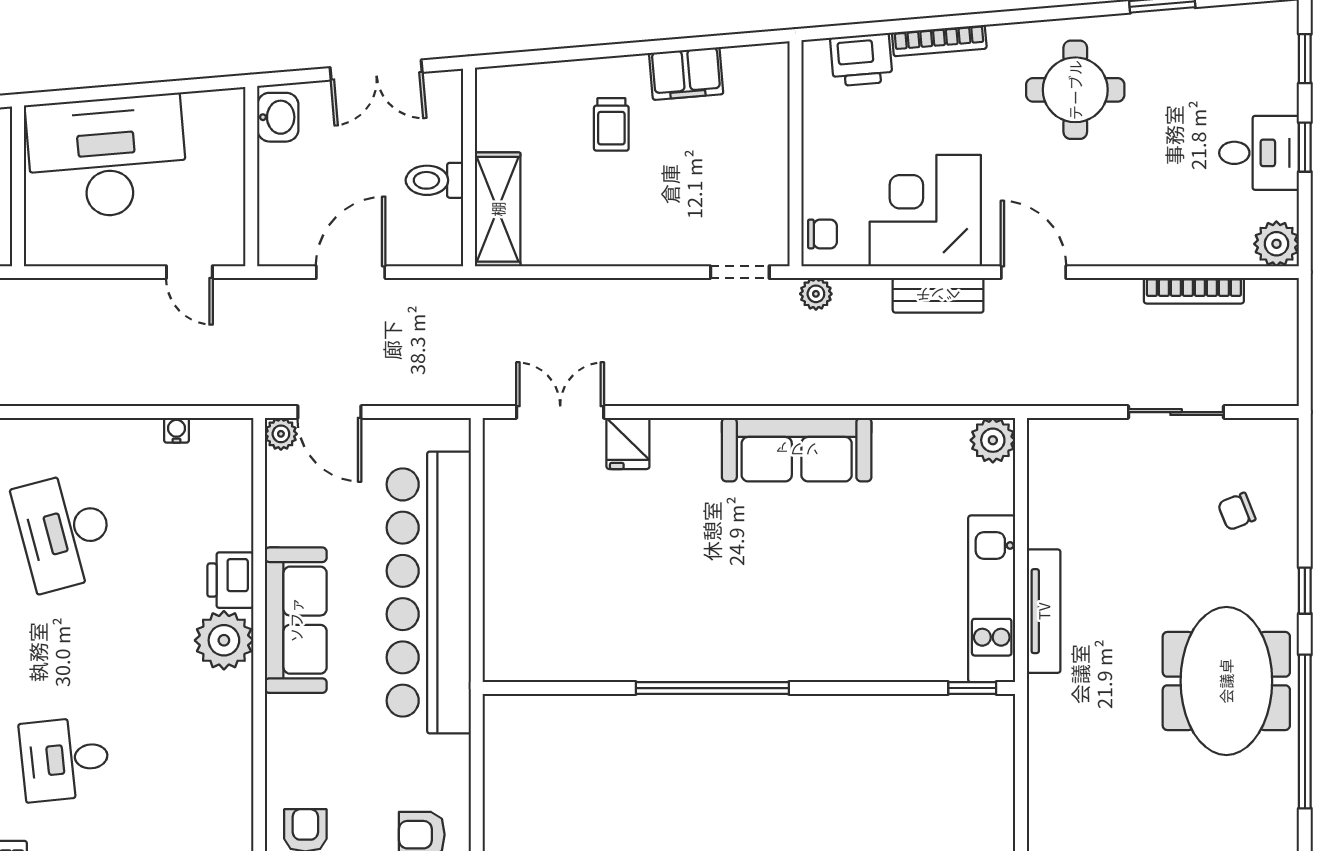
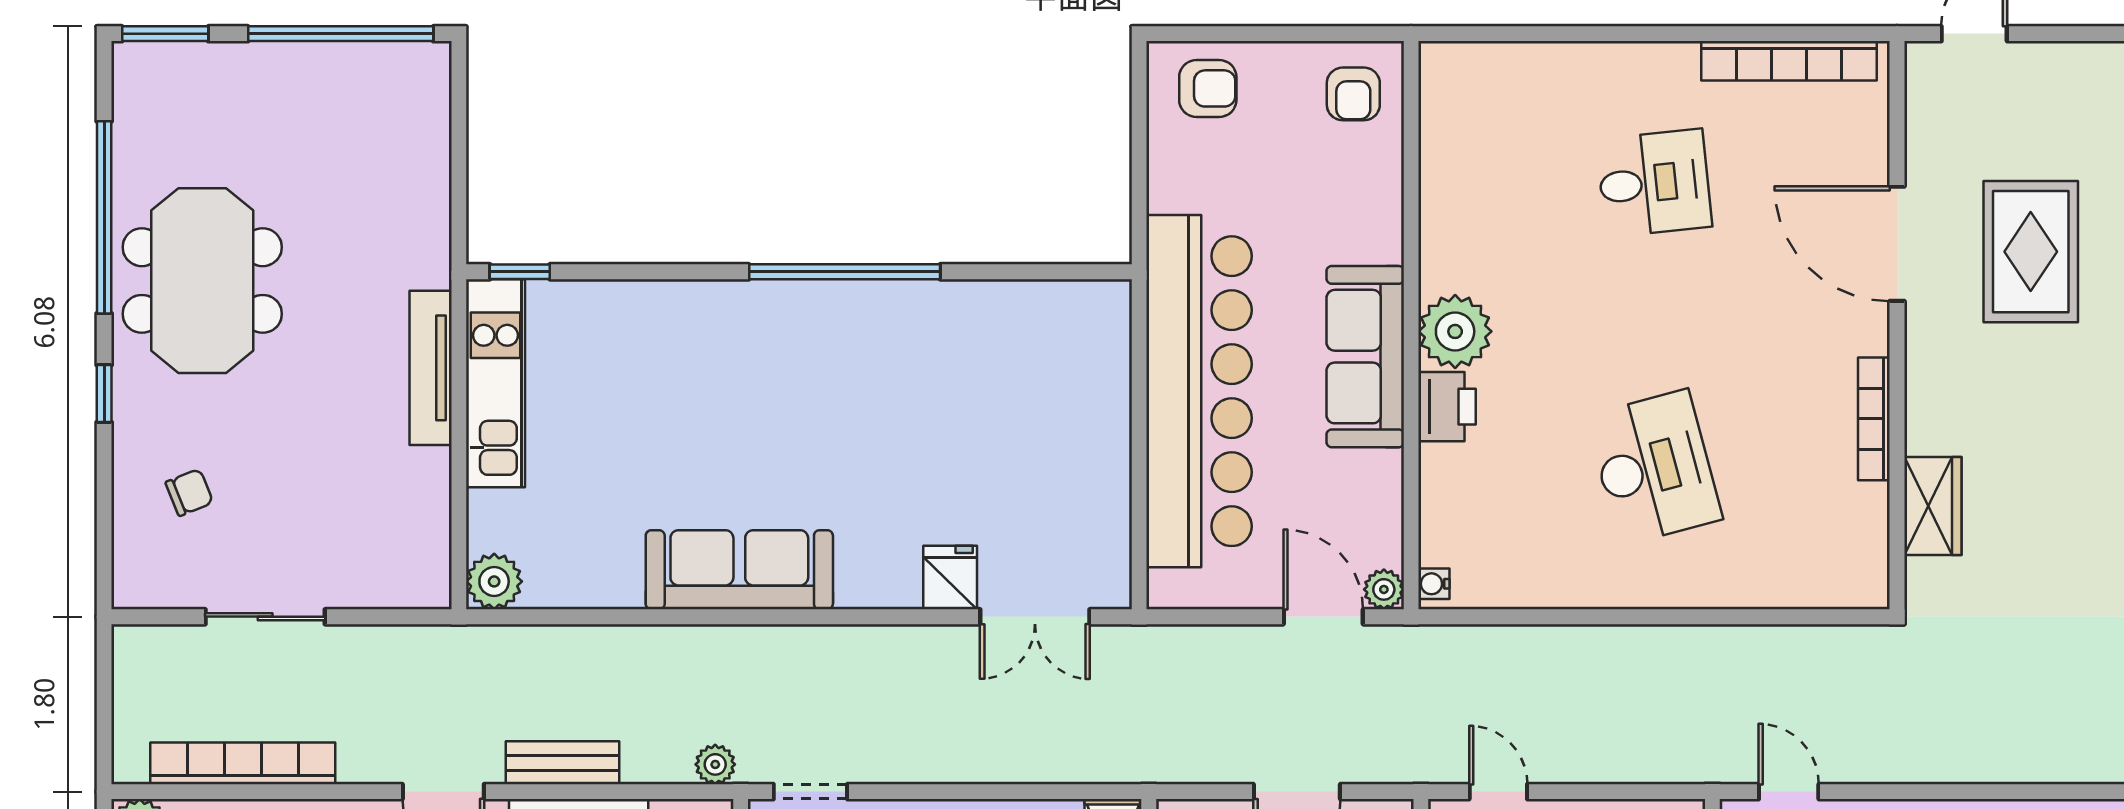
bookcase: (1194, 291) -> (243, 763), width x1.48, depth x1.31
water cooler: (177, 430) -> (1434, 584), moved, turned 90

